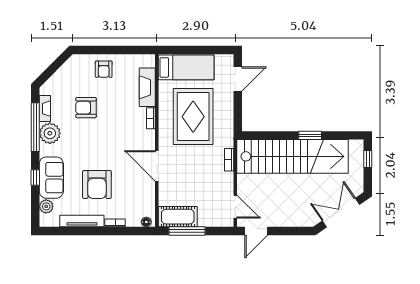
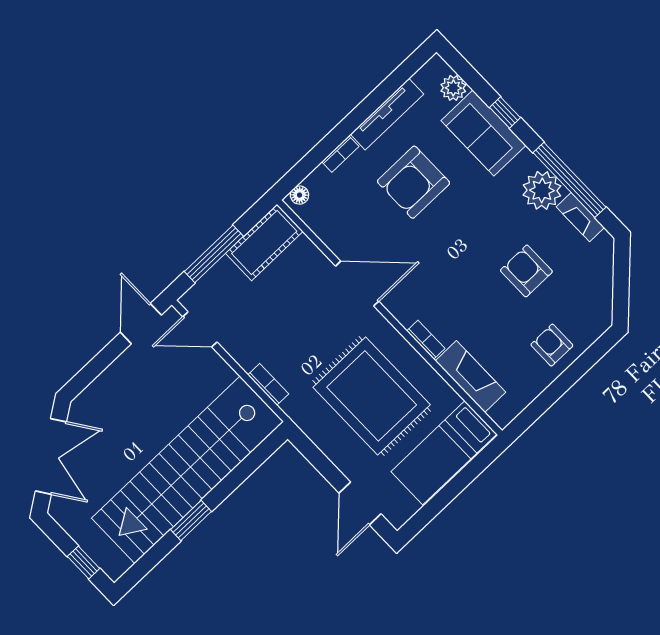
armchair: (86, 108) -> (526, 271), turned -90
armchair: (97, 184) -> (414, 182), turned -90
window: (187, 231) -> (214, 254), moved

